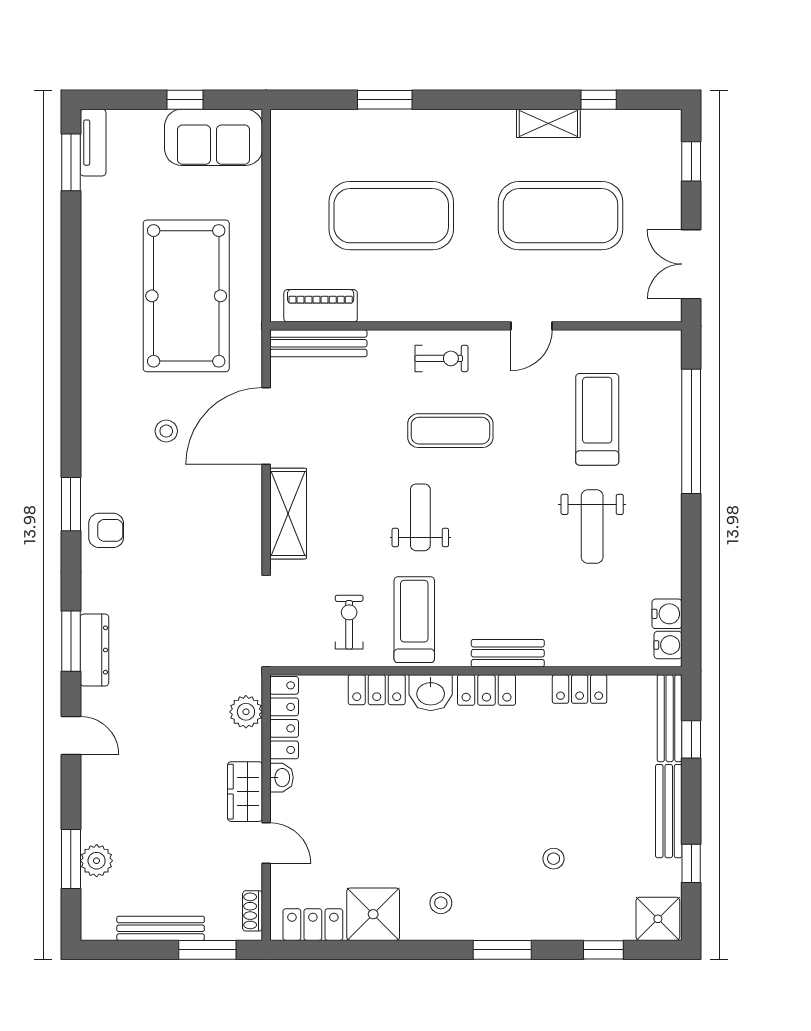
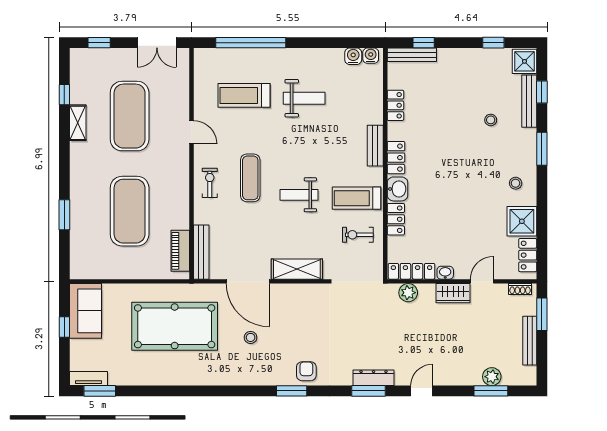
bench: (669, 811) -> (529, 101), moved, turned 90

